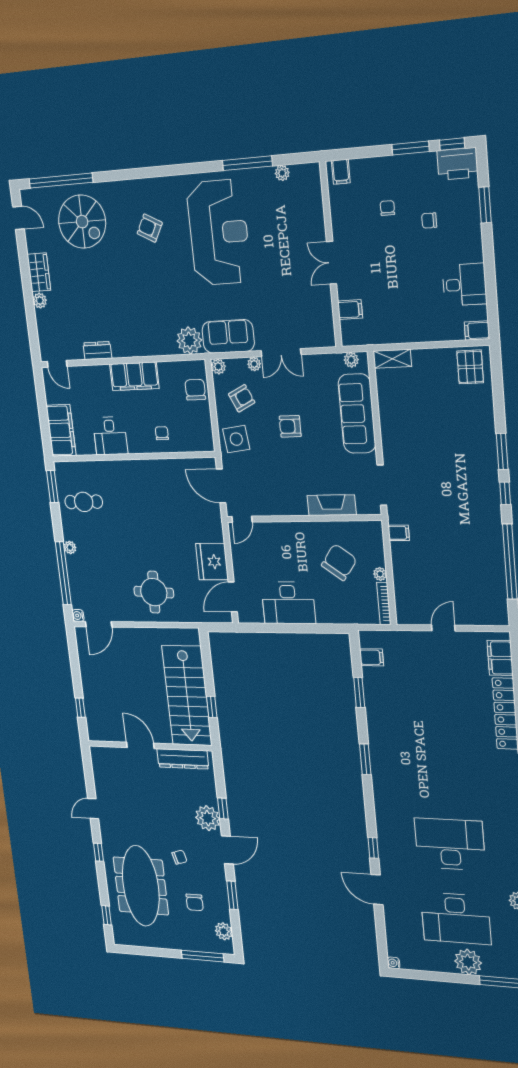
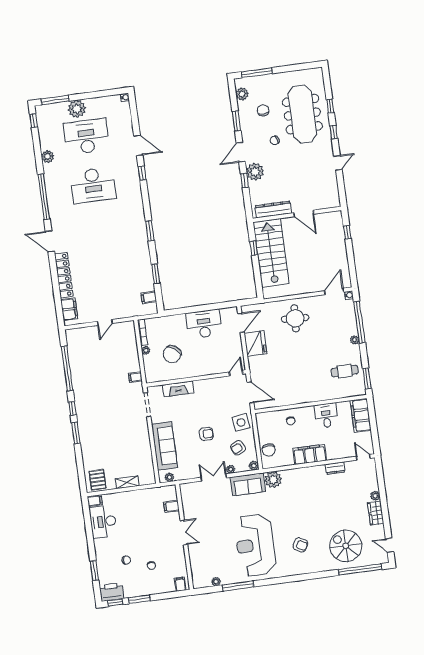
desk: (464, 285) -> (103, 522), width x1.37
shelving: (392, 359) -> (127, 482), moved
window: (107, 915) -> (330, 106), moved

